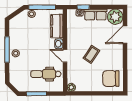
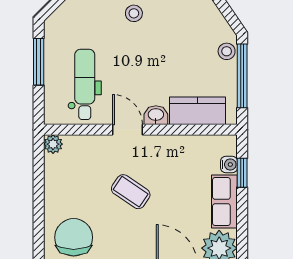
door: (65, 56) -> (127, 130), hinge flipped

